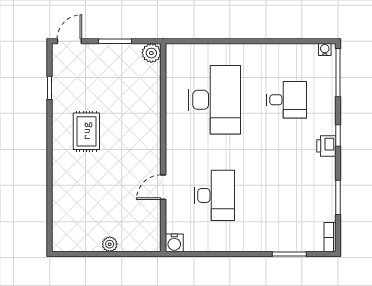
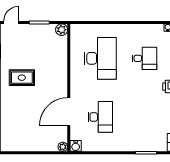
rug: (86, 131) -> (22, 78), turned 90
door: (163, 187) -> (69, 112), width x1.87
plant: (110, 244) -> (63, 147), moved

